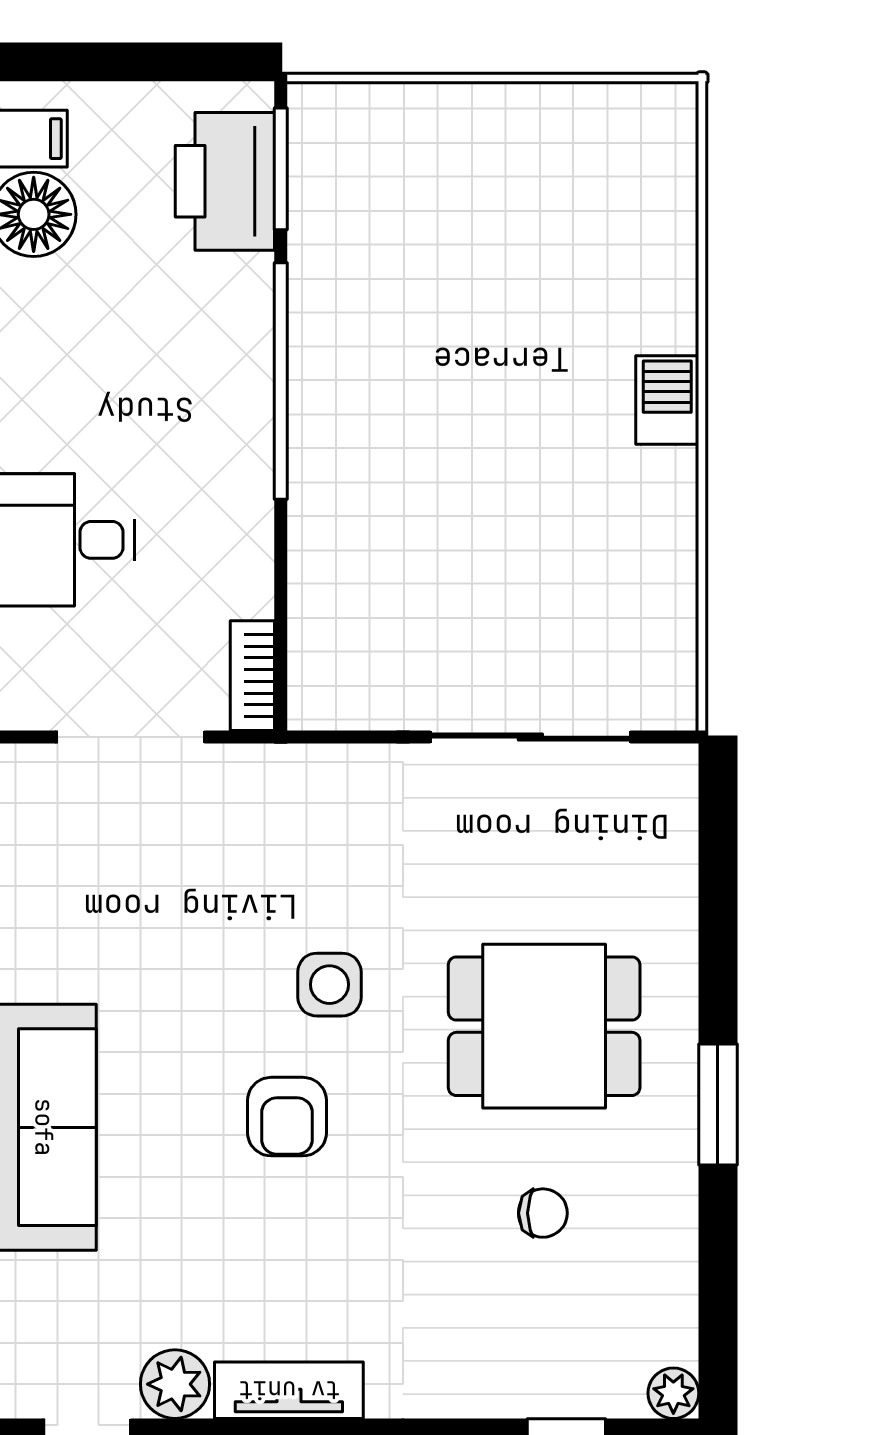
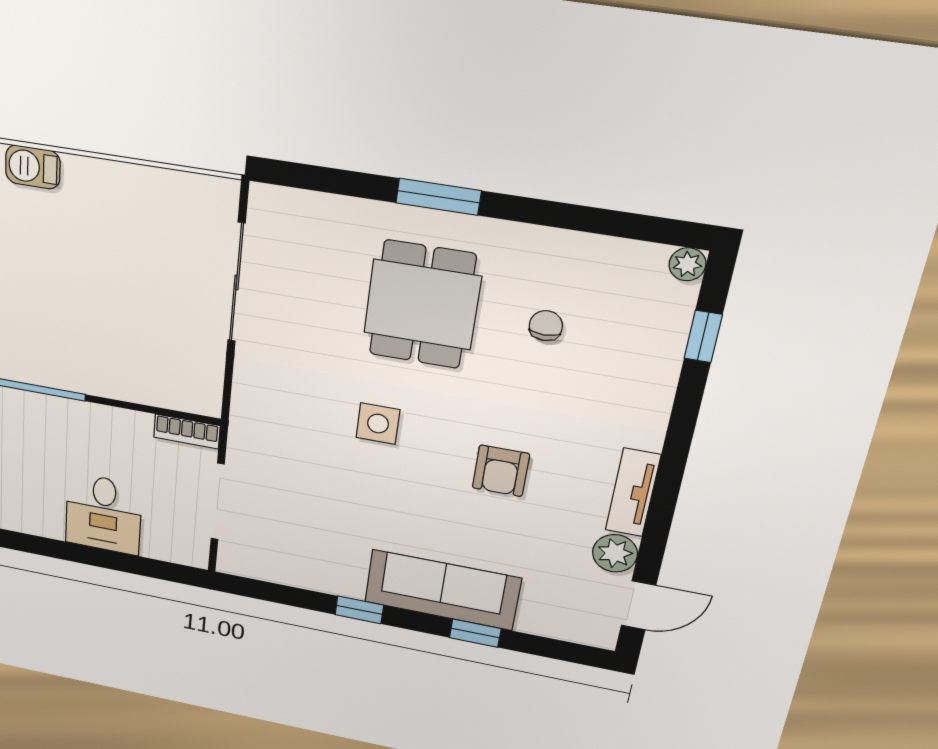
window: (718, 1104) -> (438, 197), moved
armchair: (287, 1117) -> (501, 471), moved, turned 90

